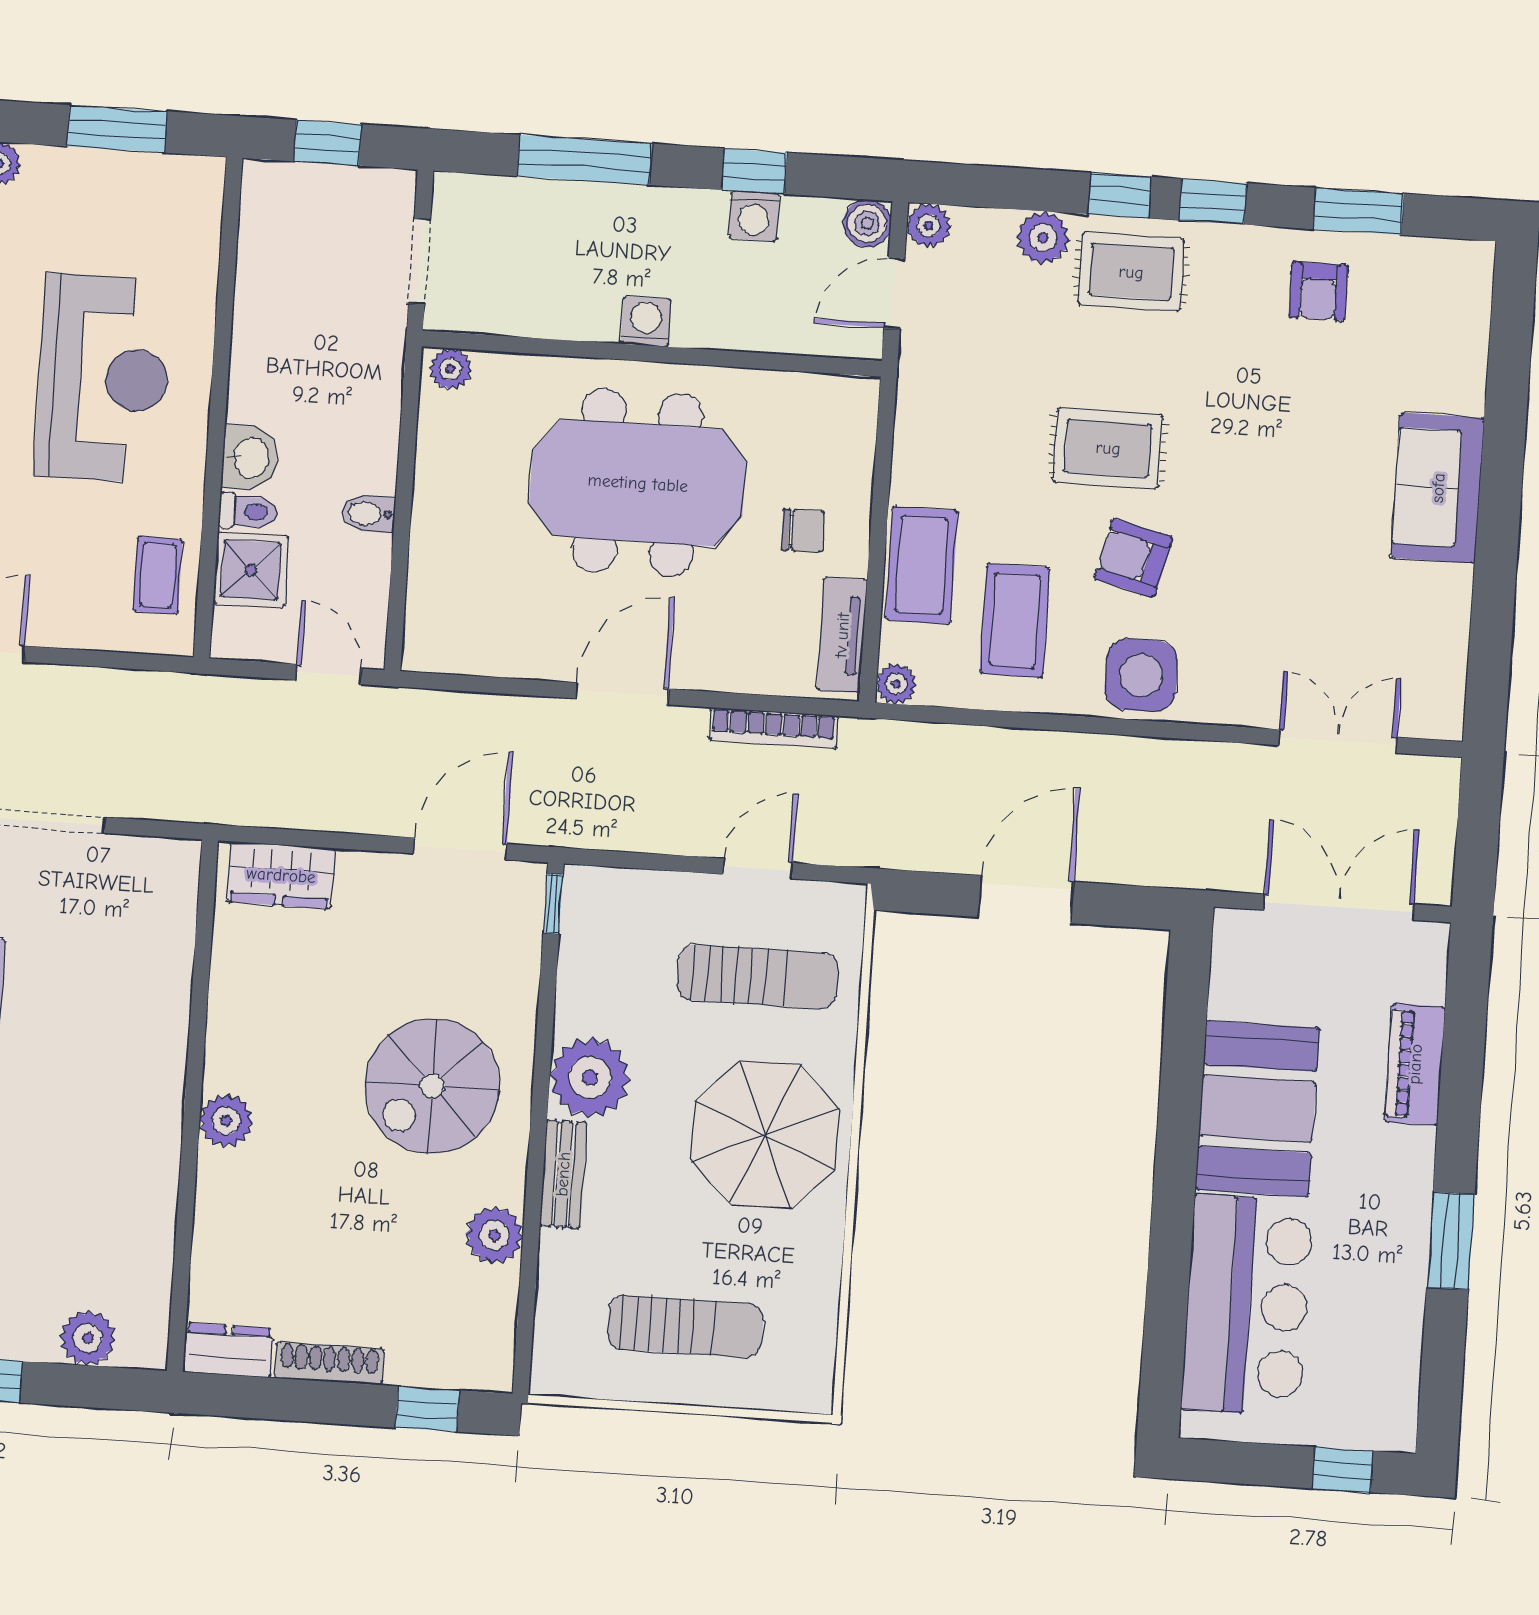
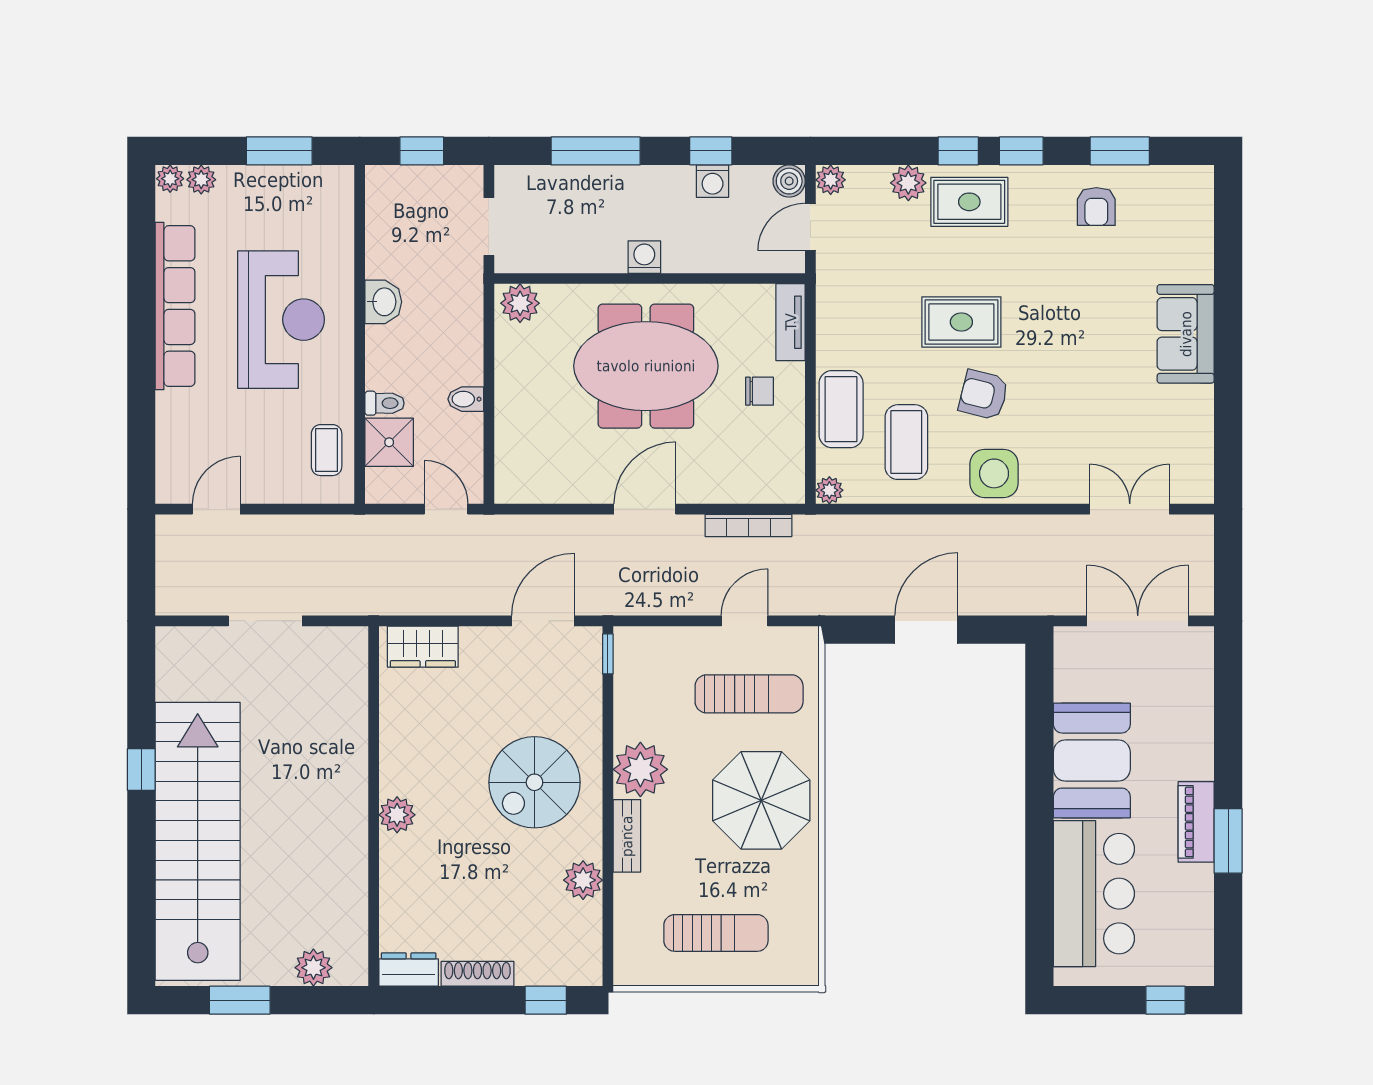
plant: (450, 369) -> (520, 303), width x1.38, depth x1.38
washbasin: (250, 458) -> (383, 302), moved
tv unit: (842, 635) -> (791, 322), moved
piano: (1415, 1064) -> (1196, 822), moved

